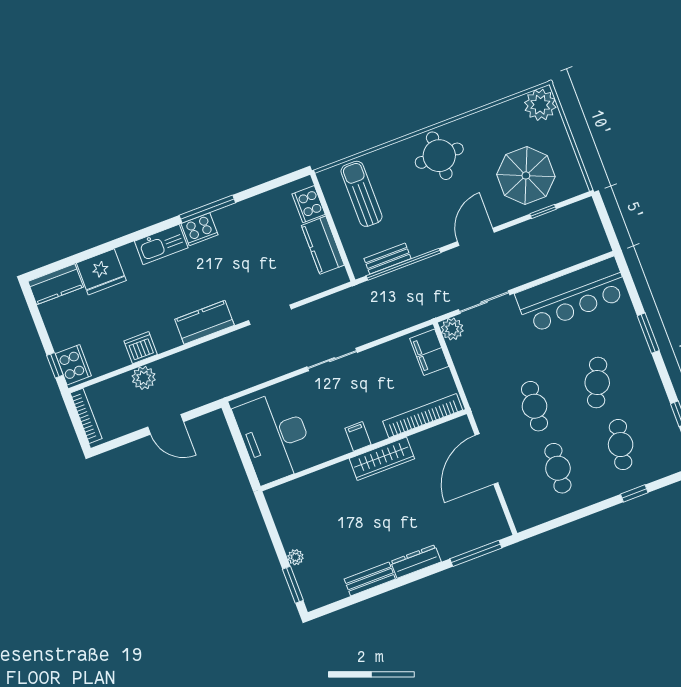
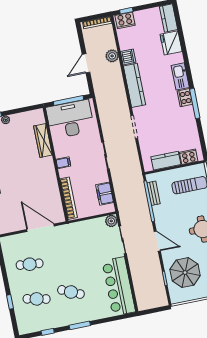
kitchen counter: (205, 322) -> (134, 85), width x1.50
window: (648, 333) -> (80, 325), moved
filing cabinet: (429, 352) -> (105, 194), moved, turned -90
cafe table: (535, 406) -> (64, 257), removed
window: (240, 446) -> (69, 101), added
wardrobe: (382, 459) -> (43, 140), moved

